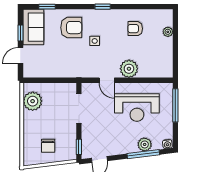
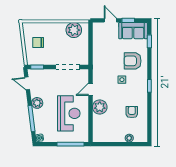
armchair: (71, 28) -> (133, 61), turned 90
reception desk: (137, 108) -> (69, 113), turned 180
plant: (145, 144) -> (37, 103), moved

